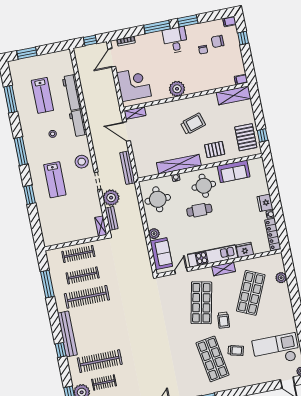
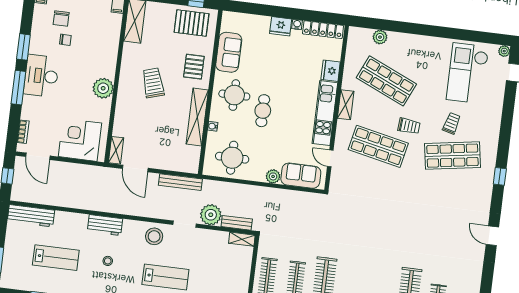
desk: (175, 40) -> (41, 76), width x1.37
workbench: (72, 93) -> (31, 216), moved
door: (127, 132) -> (135, 168), hinge flipped

